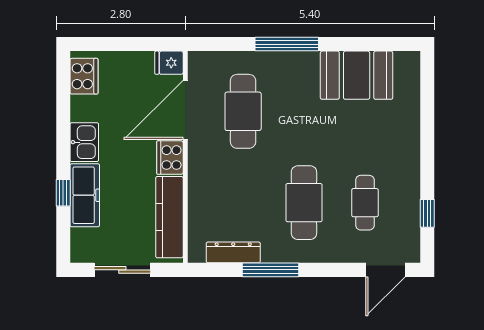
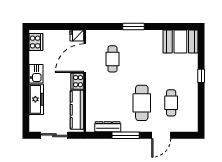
window: (287, 44) -> (133, 27), width x0.69
booth: (357, 75) -> (180, 42), moved
cafe table: (243, 111) -> (112, 59), width x0.73, depth x0.74
window: (63, 193) -> (26, 98), removed
window: (427, 213) -> (201, 76), moved
door: (385, 270) -> (161, 135), moved

